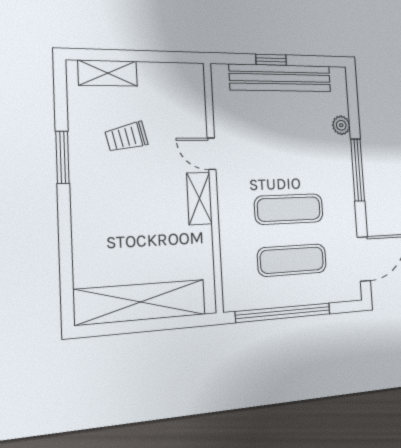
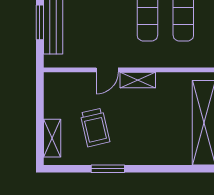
window: (271, 60) -> (40, 22), width x1.50
trolley: (126, 137) -> (95, 127), width x1.36, depth x1.39

